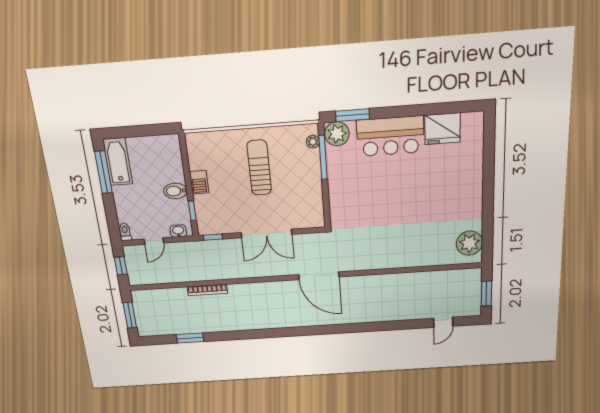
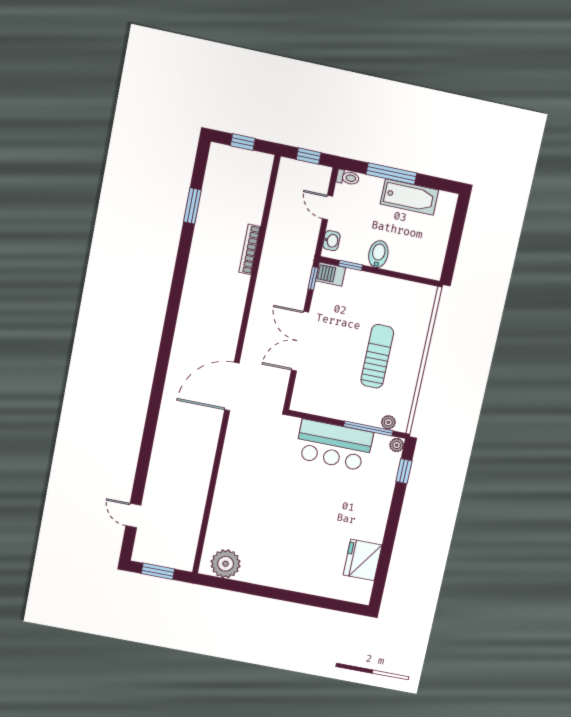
window: (352, 115) -> (404, 471), width x0.67
plant: (337, 134) -> (397, 445), width x0.53, depth x0.53
bar counter: (390, 136) -> (334, 445), moved, turned -90
bathtub: (118, 162) -> (409, 197), moved
sun lounger: (259, 168) -> (377, 356), turned -90
window: (103, 172) -> (391, 174), moved
barbecue: (199, 182) -> (331, 274), moved
window: (130, 315) -> (243, 142), width x0.67

